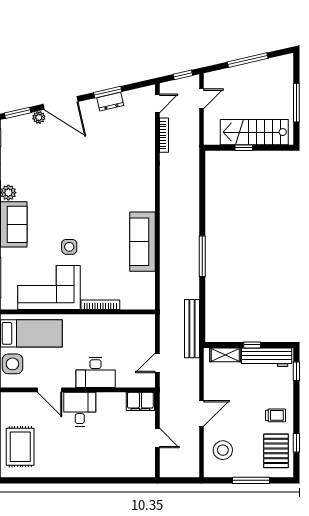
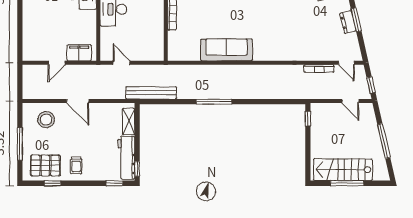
stairs: (254, 132) -> (343, 170), moved, turned -90
window: (244, 148) -> (308, 119), moved
window: (252, 345) -> (137, 169), moved
filing cabinet: (140, 401) -> (79, 53), moved, turned 90

